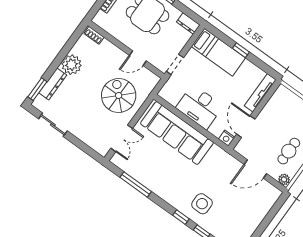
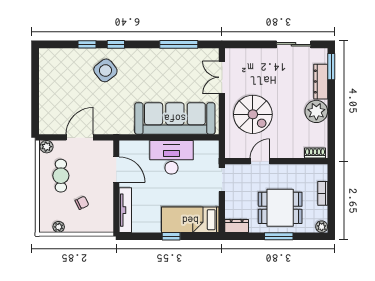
chair: (288, 121) -> (82, 203), added
nightstand: (227, 138) -> (126, 147), removed
side table: (202, 204) -> (105, 70), turned -38

